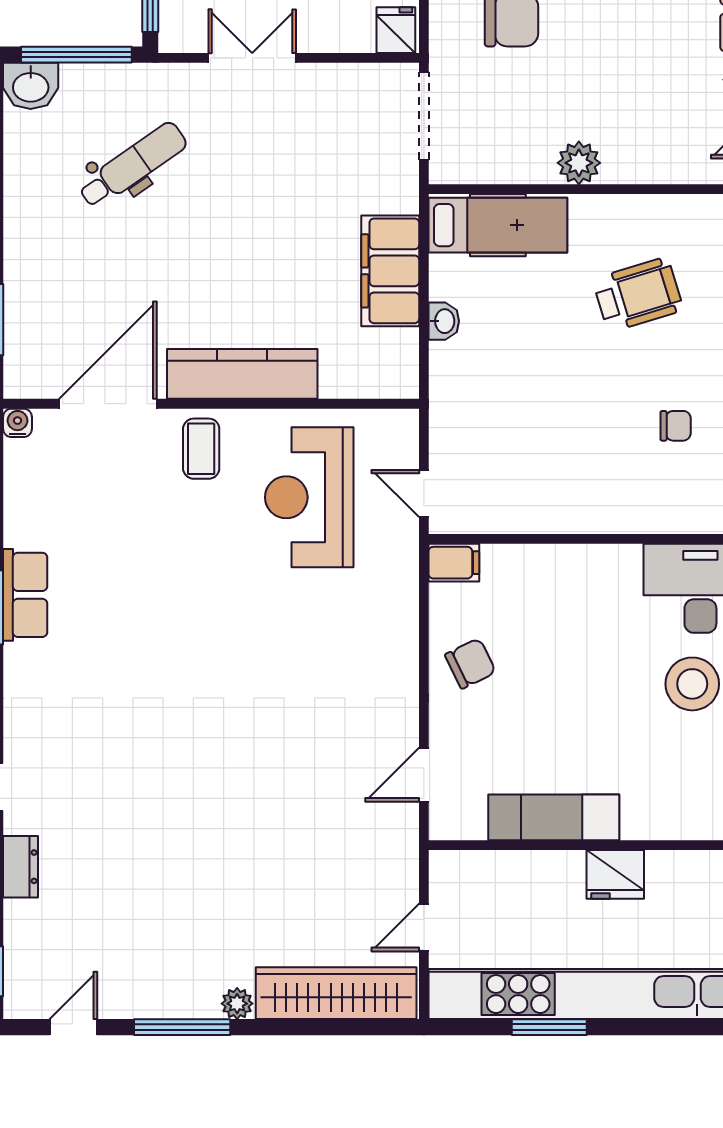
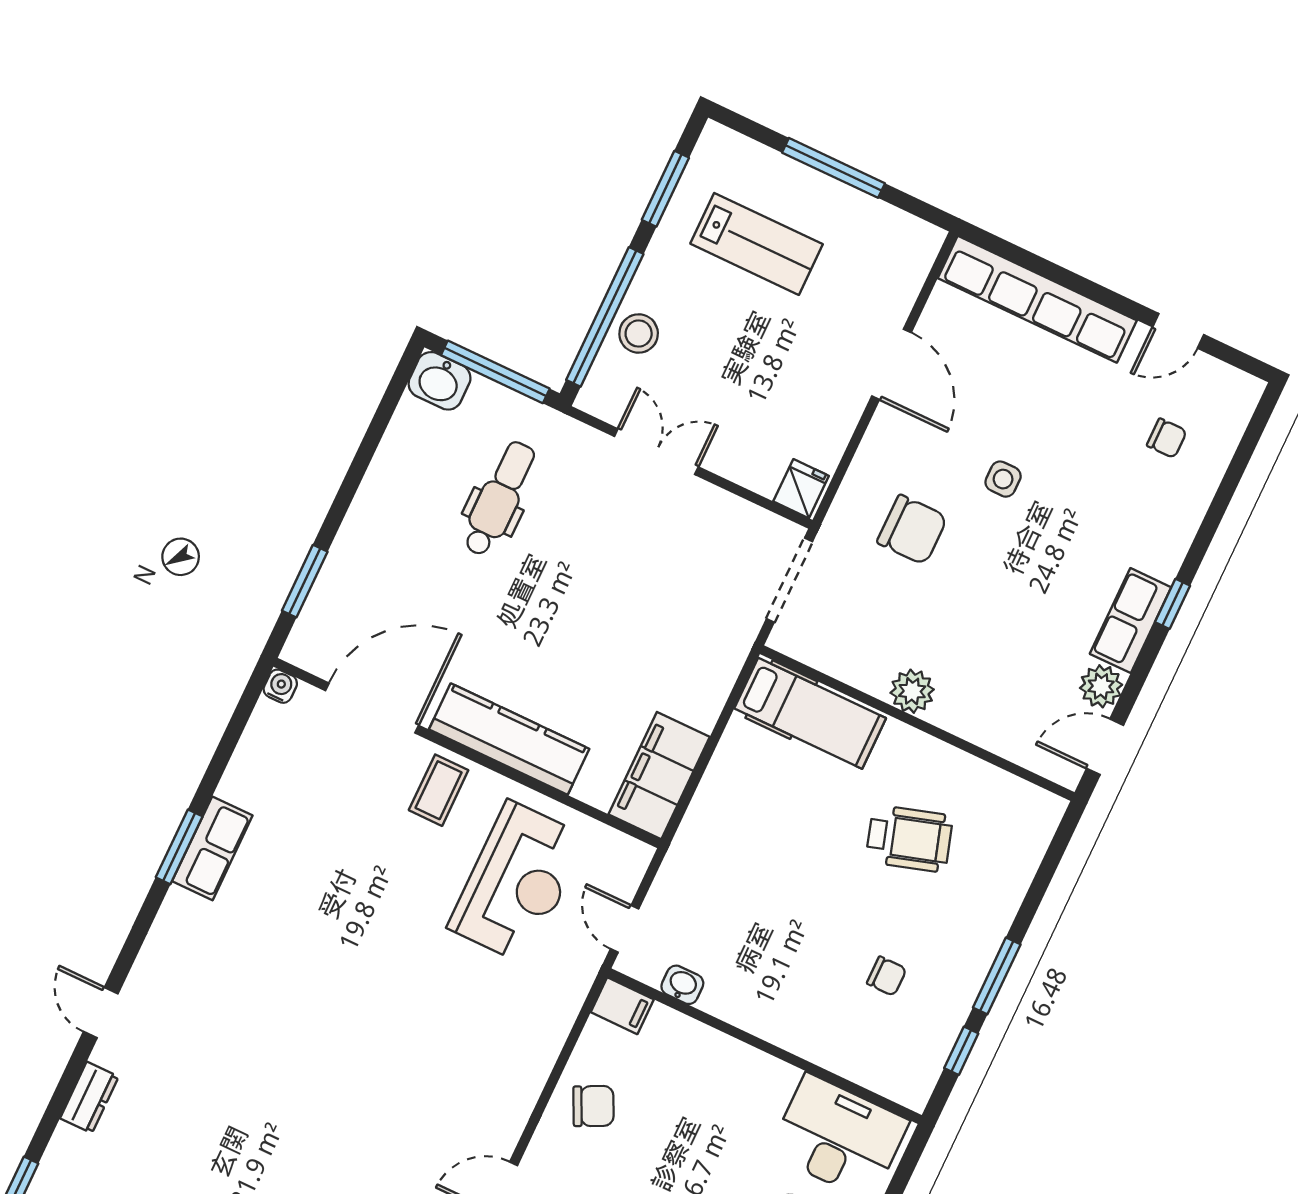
dental chair: (133, 165) -> (499, 499), turned -55
filing cabinet: (390, 271) -> (659, 776), moved
washbasin: (444, 321) -> (682, 985), moved, turned -90
reception desk: (309, 497) -> (517, 882), turned 180

